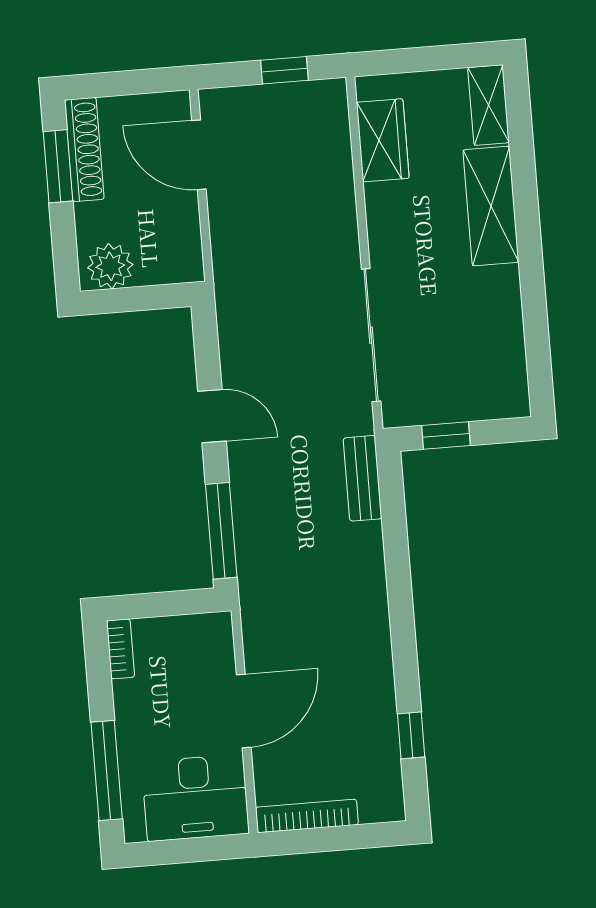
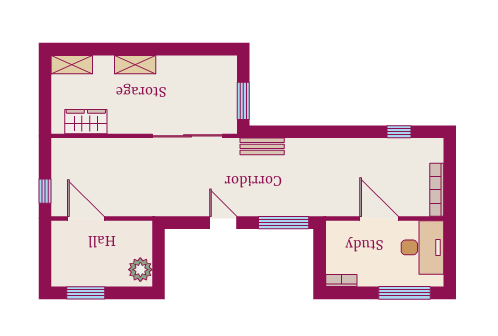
window: (284, 70) -> (45, 191), moved
shoe rack: (84, 150) -> (78, 278), removed
door: (199, 155) -> (86, 218), swing flipped
shelving: (491, 206) -> (135, 65), width x0.67, depth x0.75
door: (212, 416) -> (223, 223), hinge flipped
window: (446, 436) -> (243, 101), width x1.50

